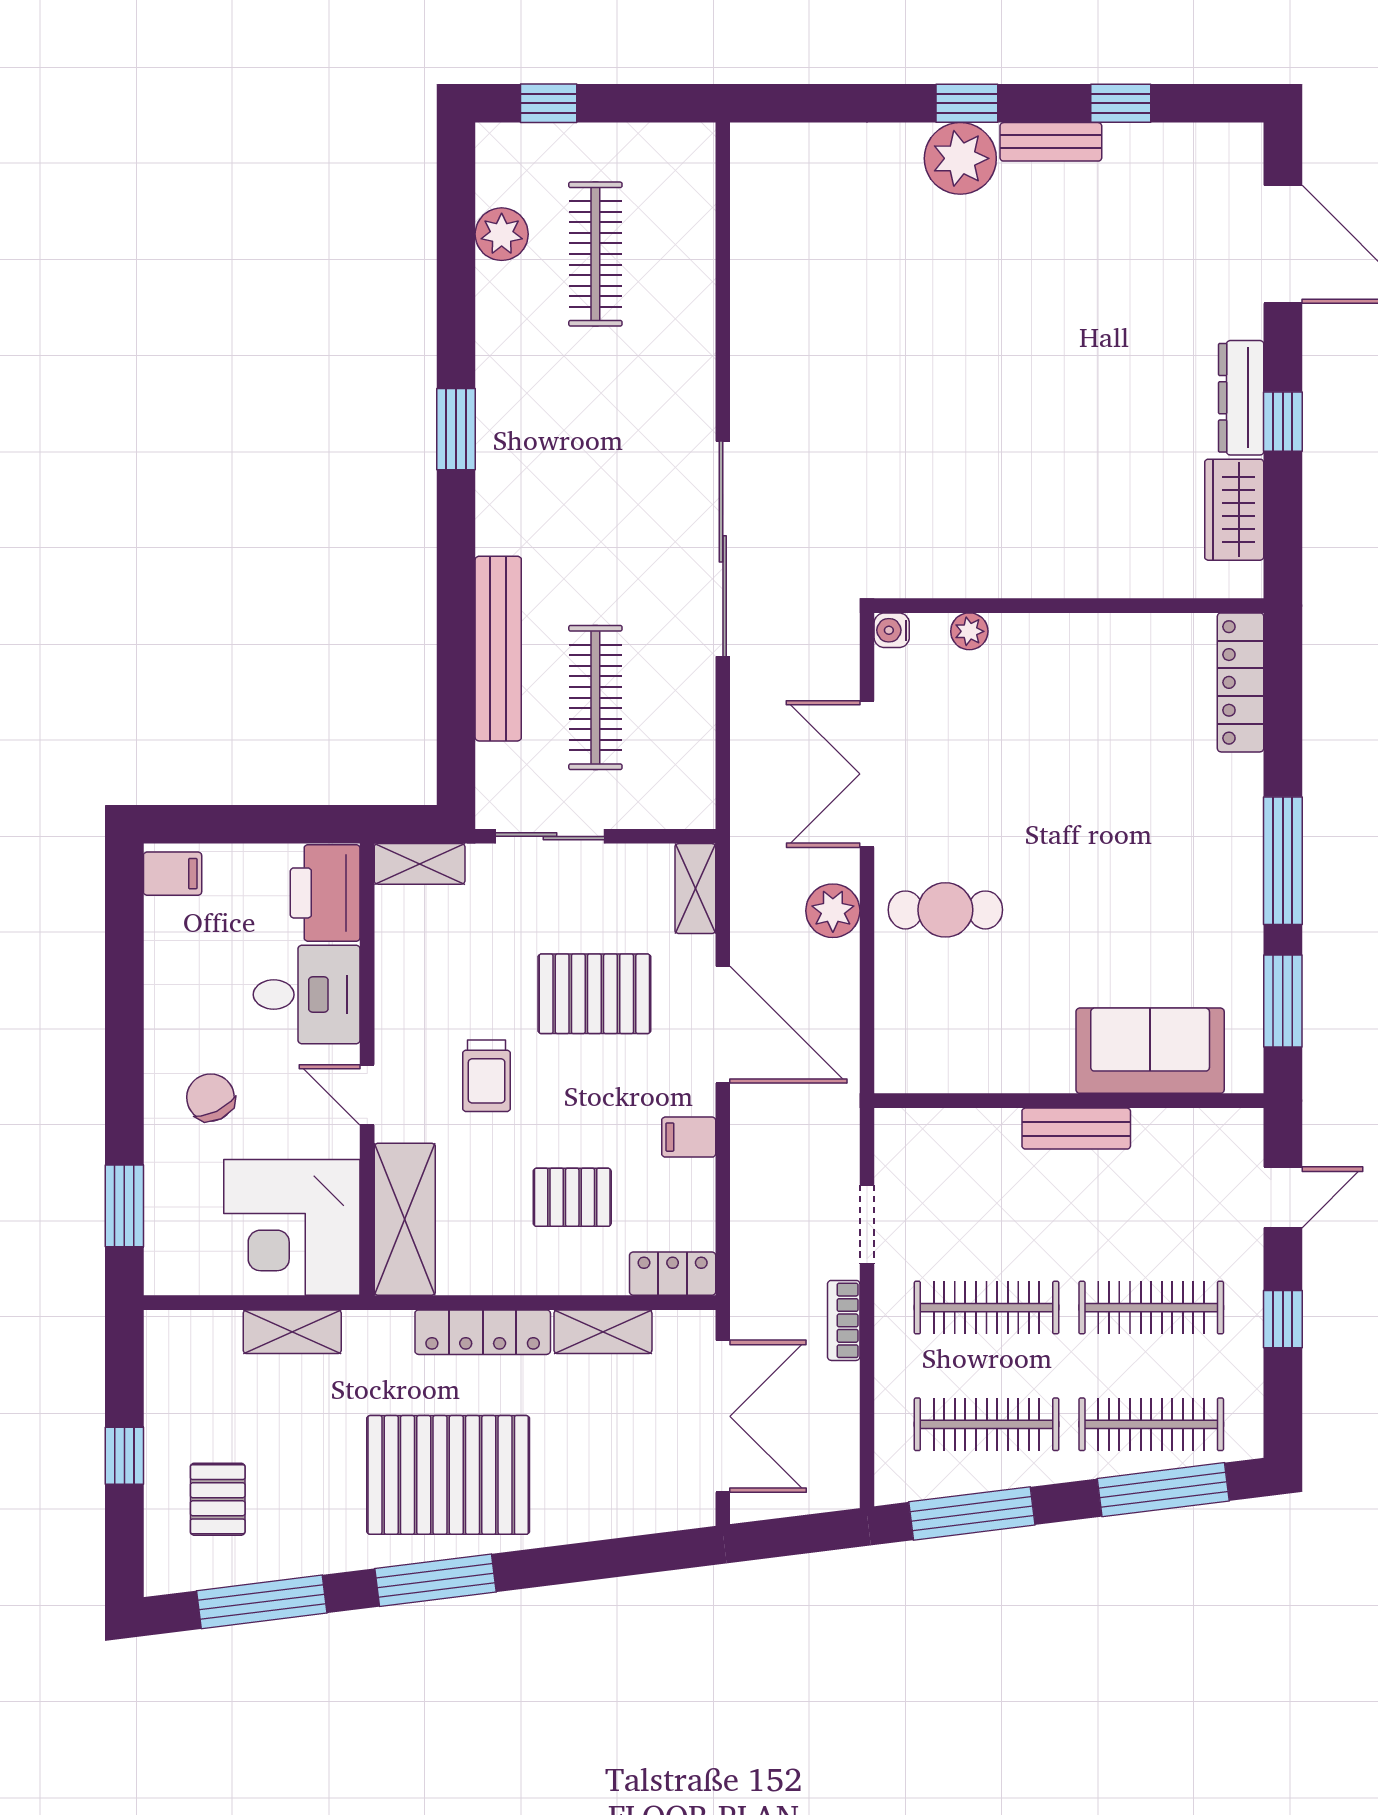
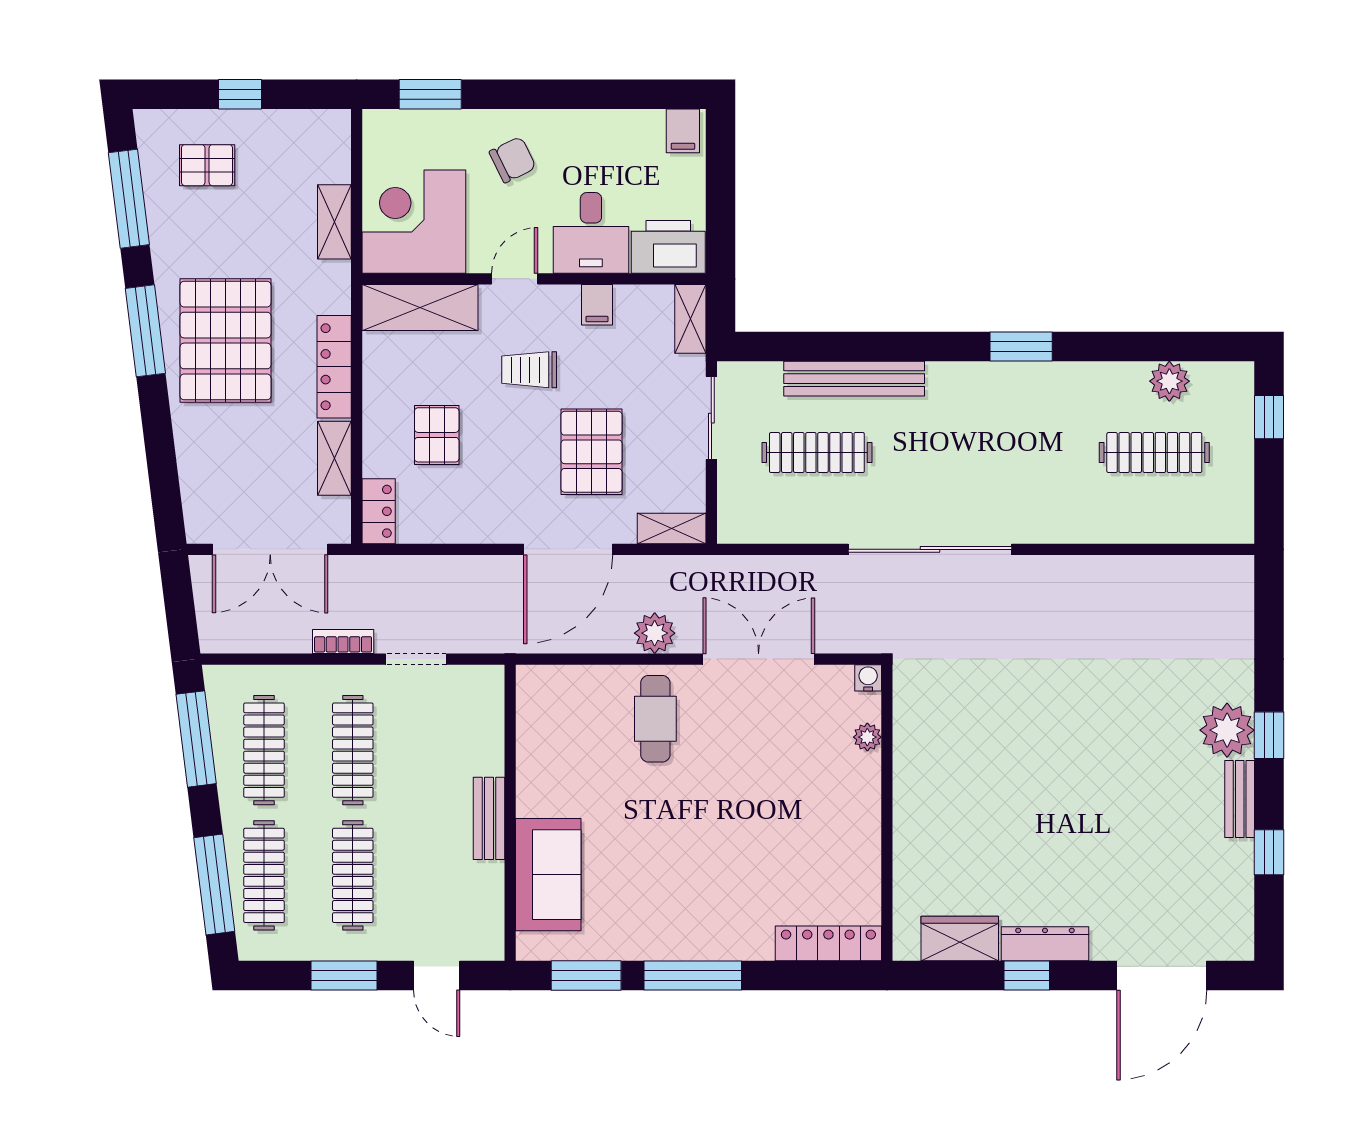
filing cabinet: (689, 1137) -> (597, 305), moved, turned 180
window: (1283, 1319) -> (344, 975), width x1.50

